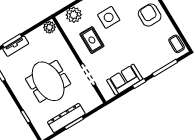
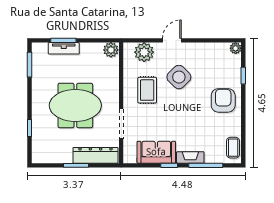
side table: (109, 17) -> (179, 77), turned 45
fireplace: (151, 69) -> (190, 157), added
meeting table: (48, 81) -> (75, 105), turned 90
dresser: (66, 118) -> (95, 155), moved

